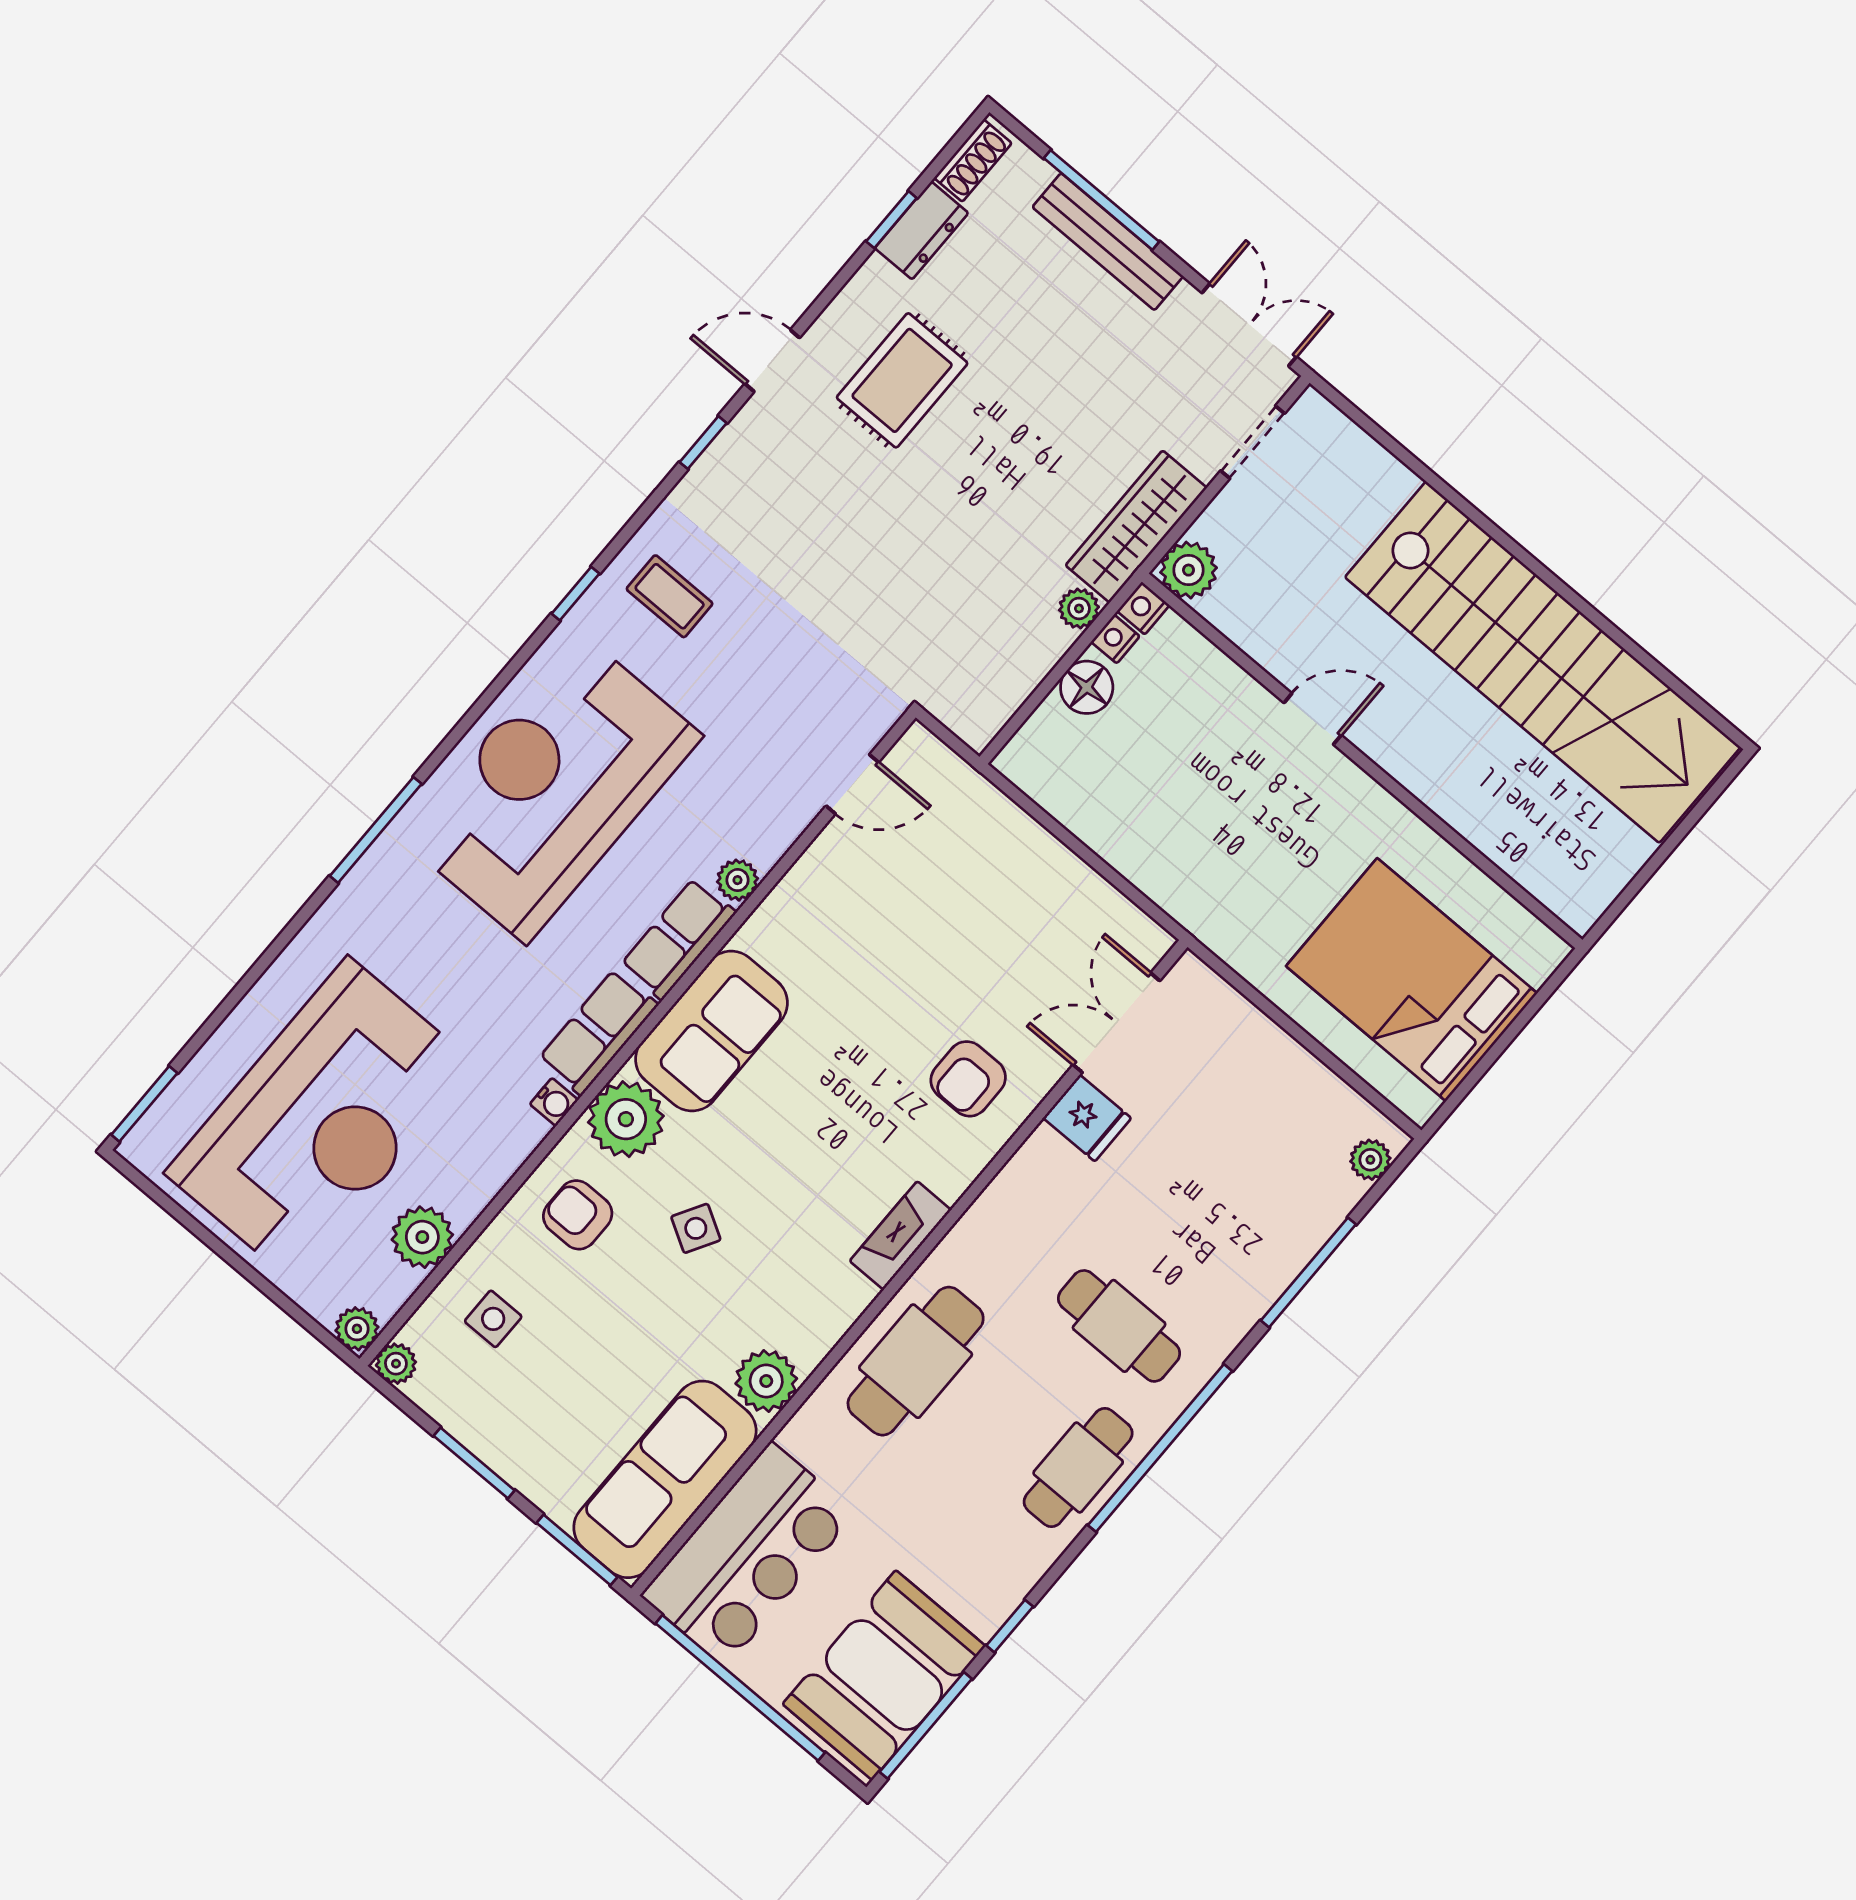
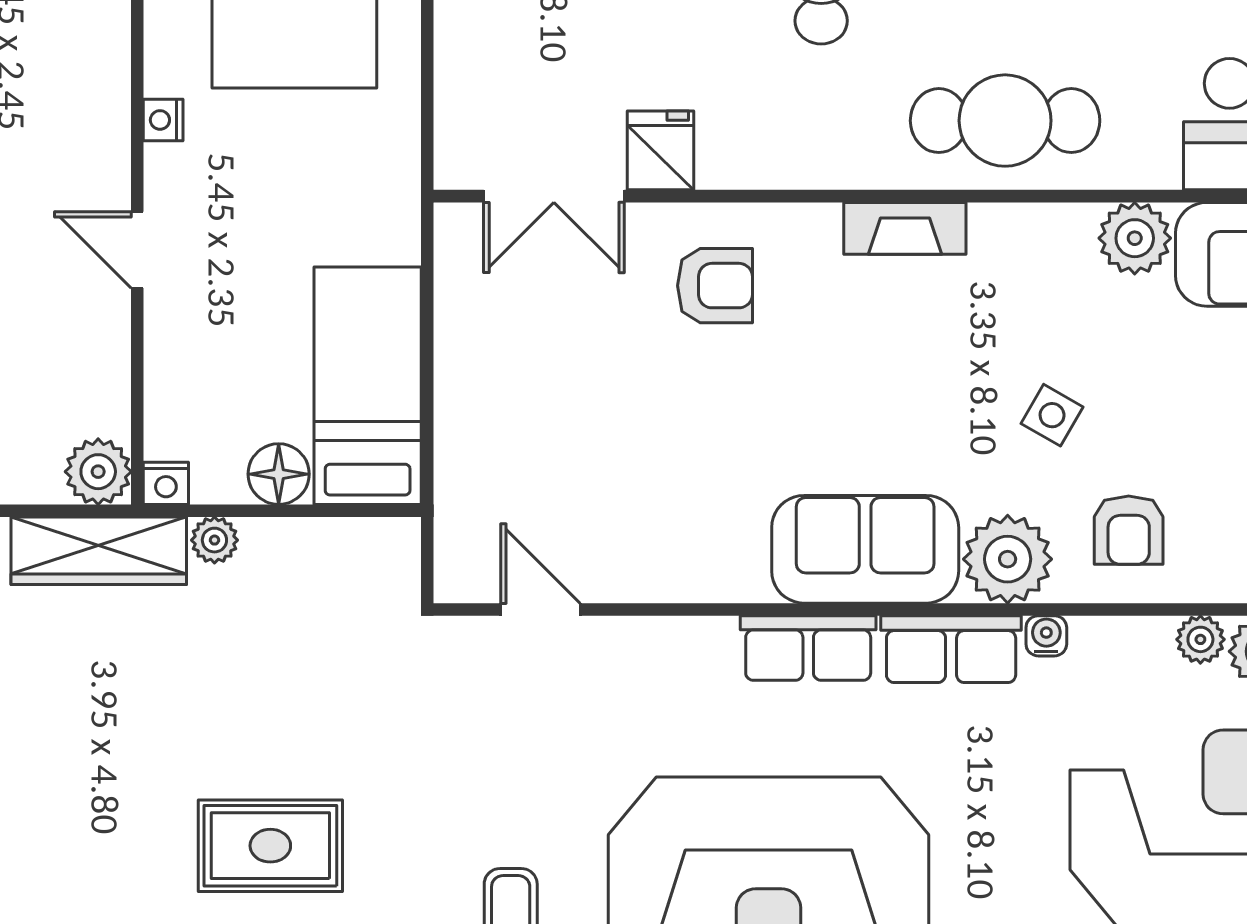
rug: (902, 380) -> (270, 846), moved
nightstand: (1115, 639) -> (163, 120), moved, turned 90
bed: (1095, 795) -> (368, 386), added
plant: (737, 880) -> (1200, 639), moved

